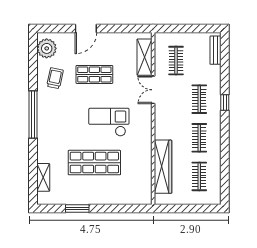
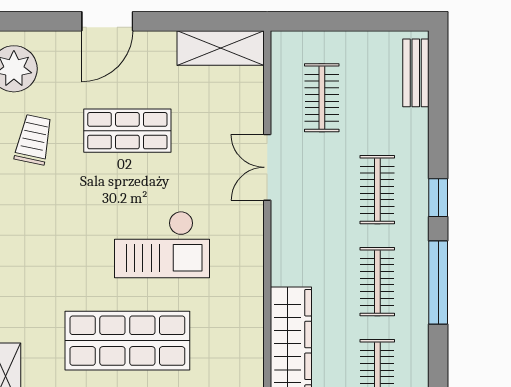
shelving: (144, 57) -> (221, 48), moved, turned 90
checkout: (109, 122) -> (162, 244), turned 180
window: (225, 138) -> (438, 282), added

